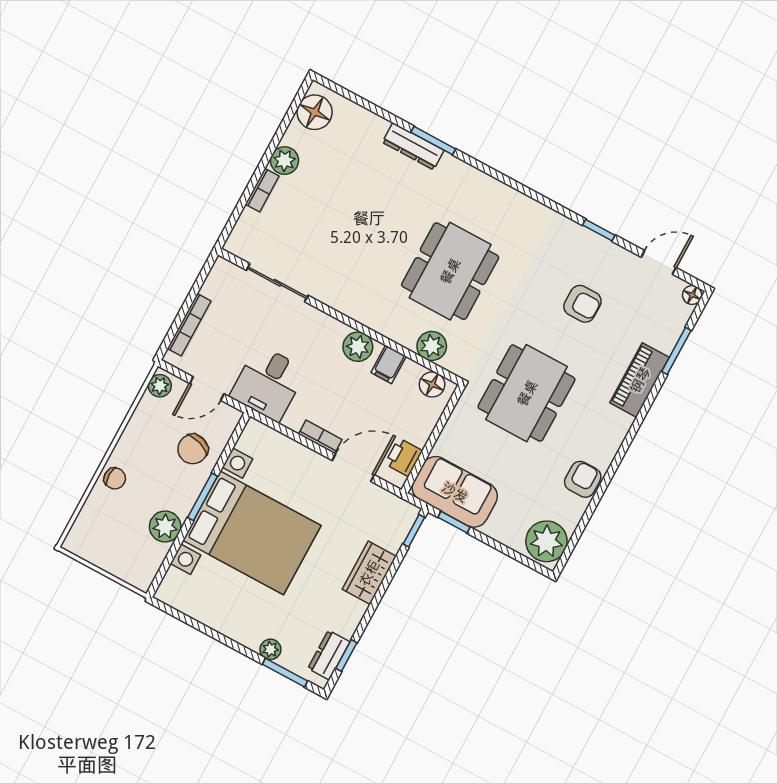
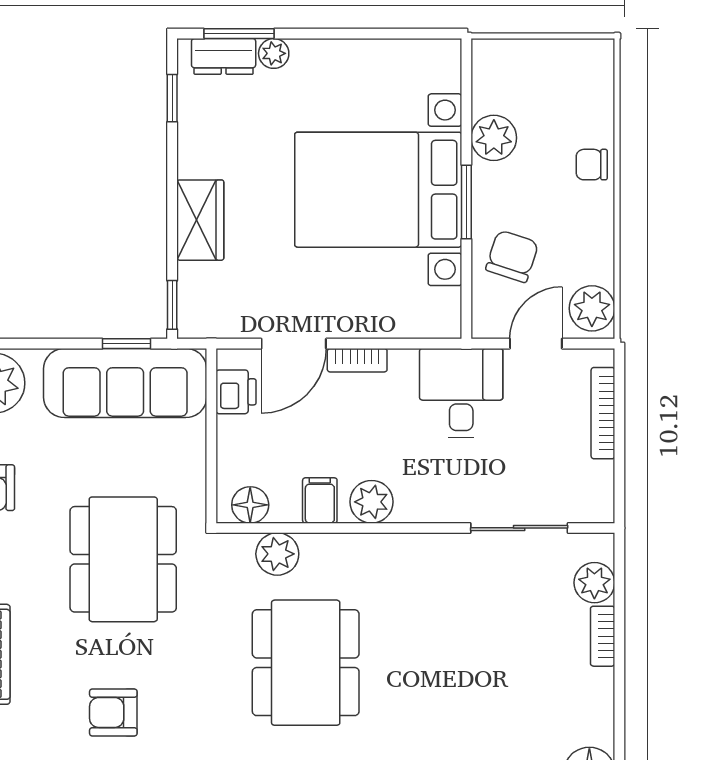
plant: (284, 161) -> (594, 583), moved
plant: (160, 386) -> (592, 308), width x1.38, depth x1.38
sofa: (455, 492) -> (125, 383), width x1.36
dresser: (329, 655) -> (224, 56), moved, turned 90

